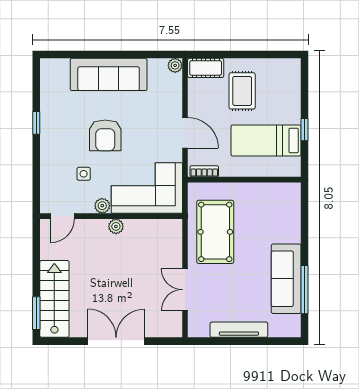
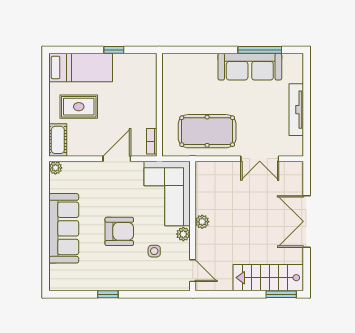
bed: (266, 140) -> (81, 67), moved, turned -90

